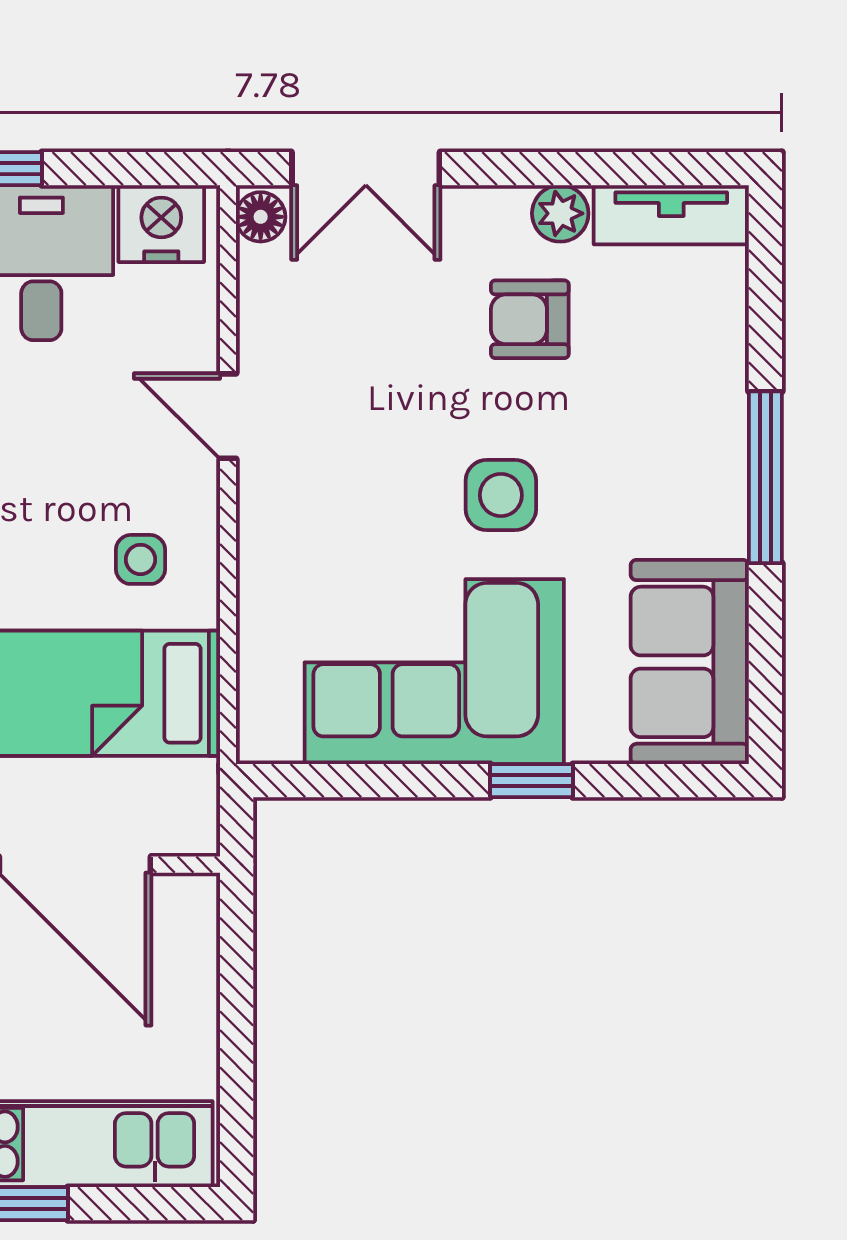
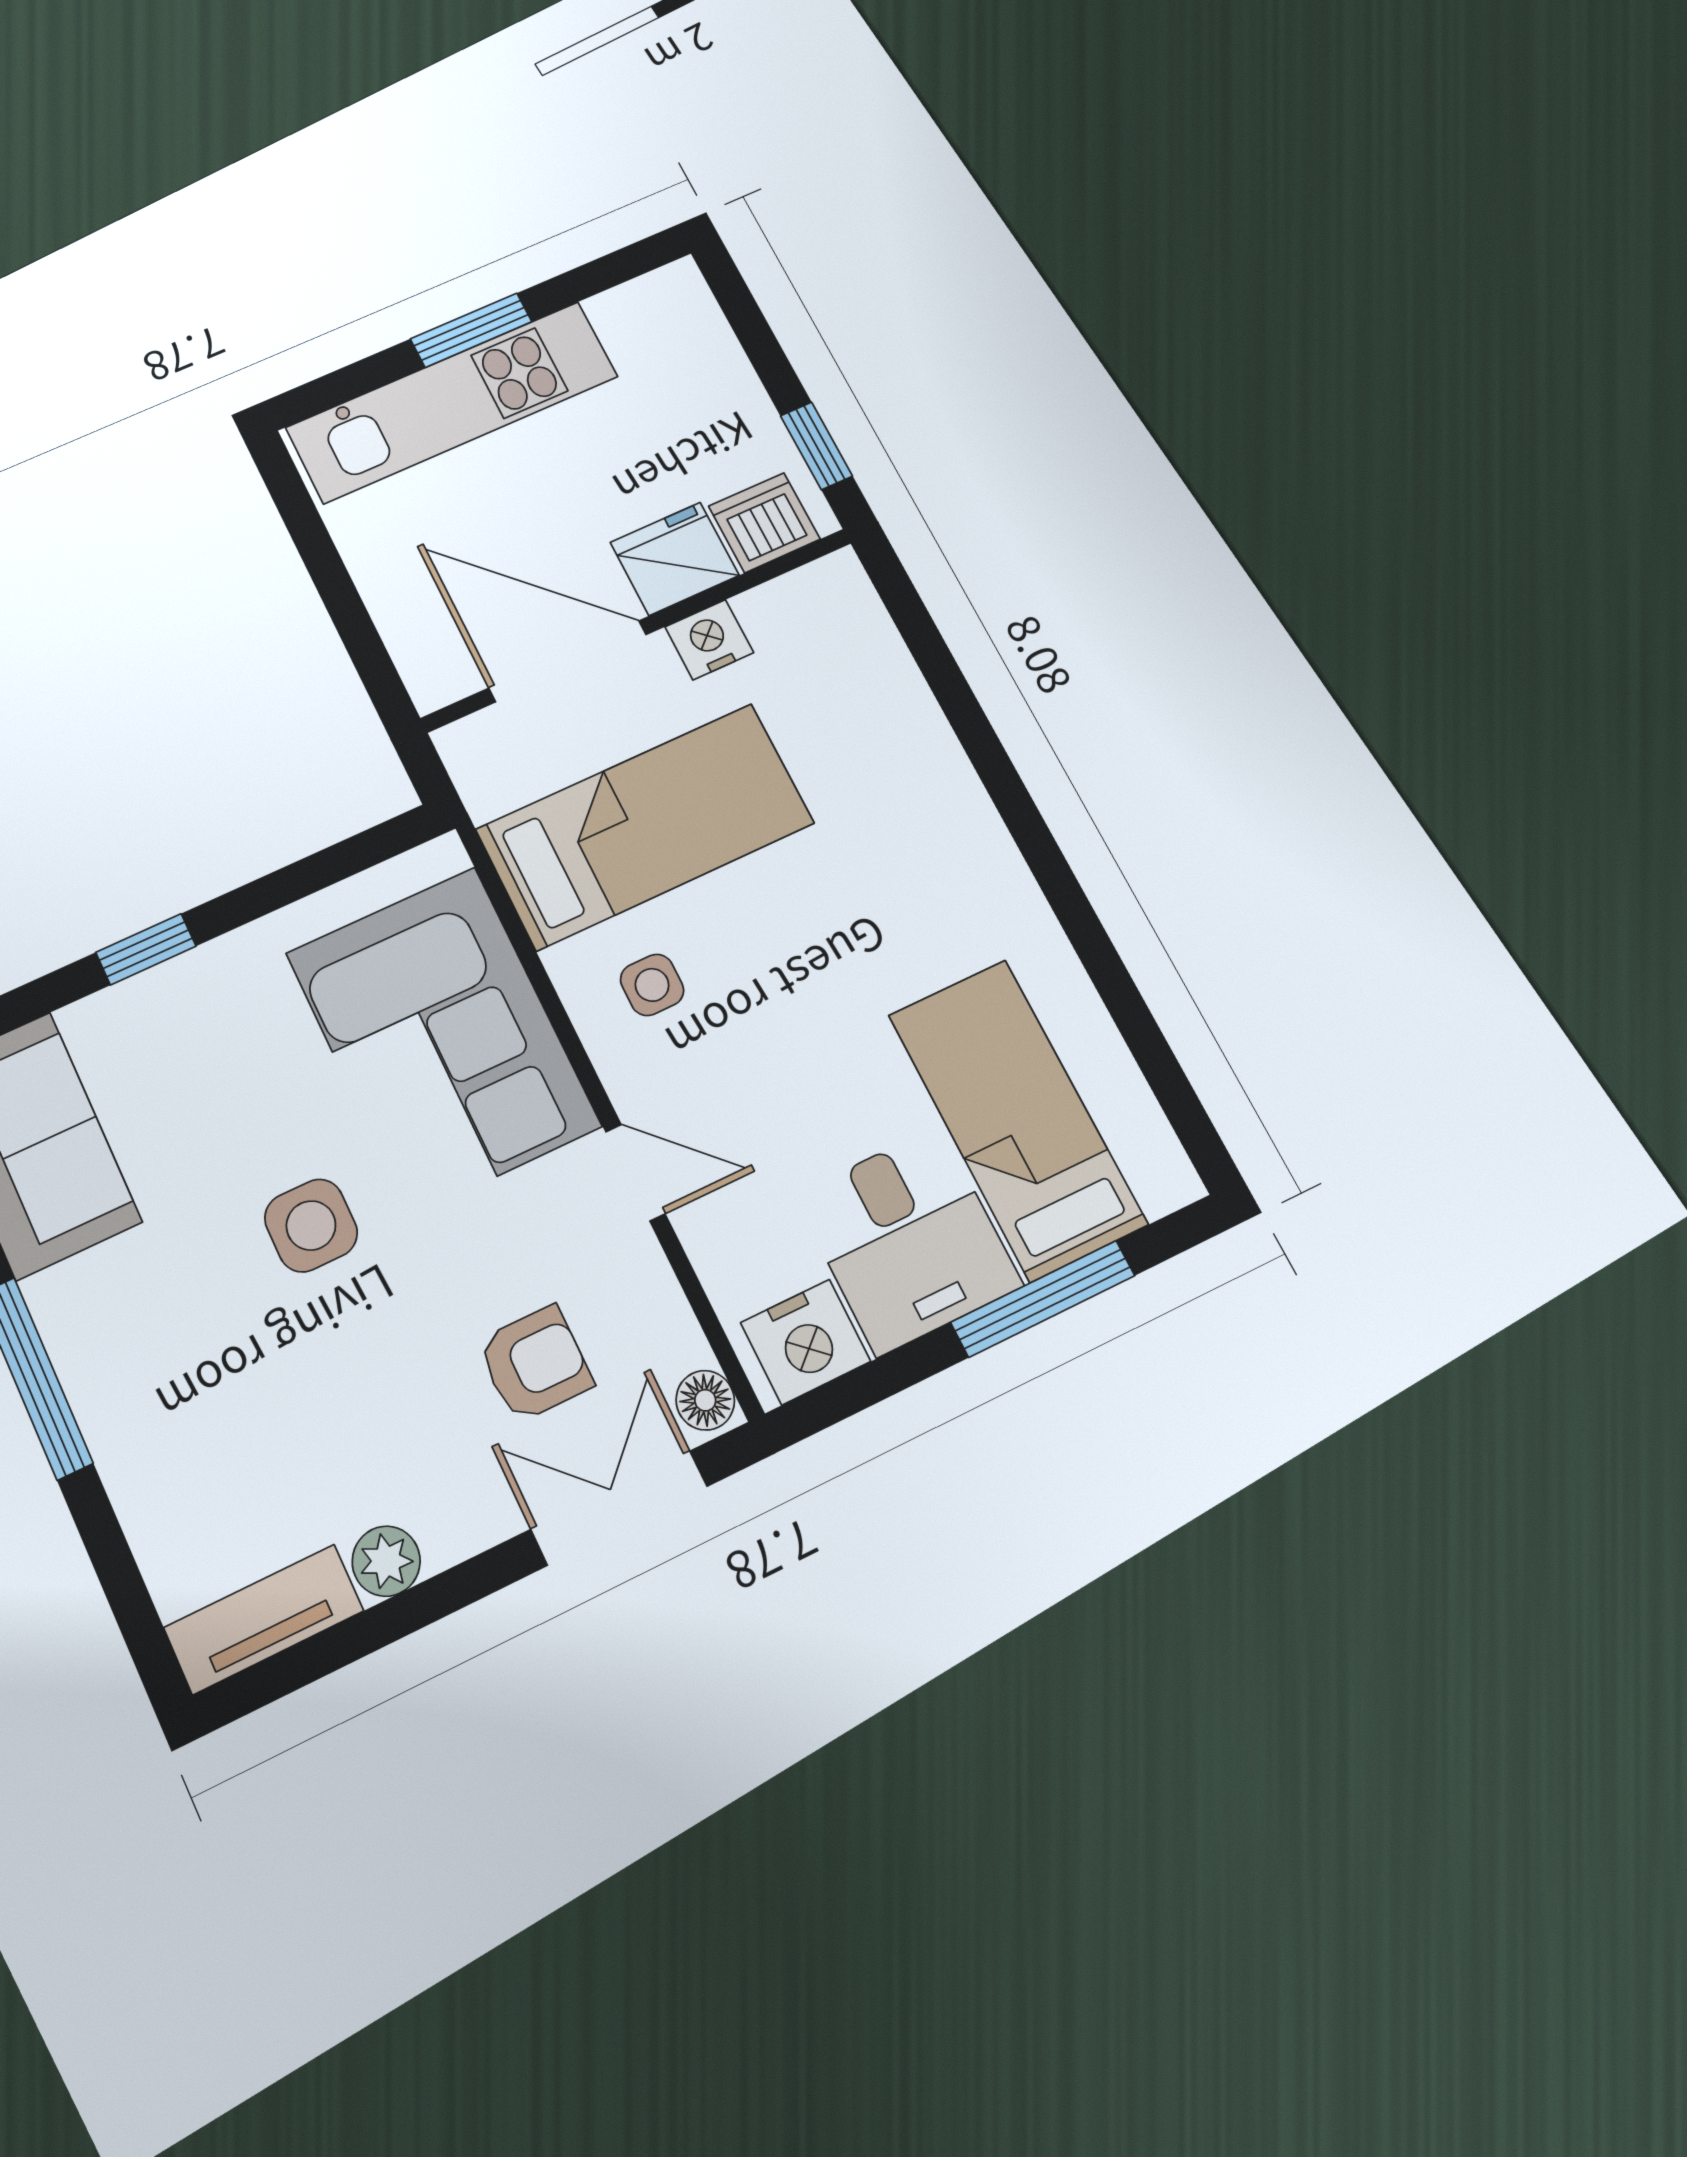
armchair: (530, 319) -> (535, 1364), moved
corner sofa: (434, 672) -> (443, 1039), moved, turned 90

